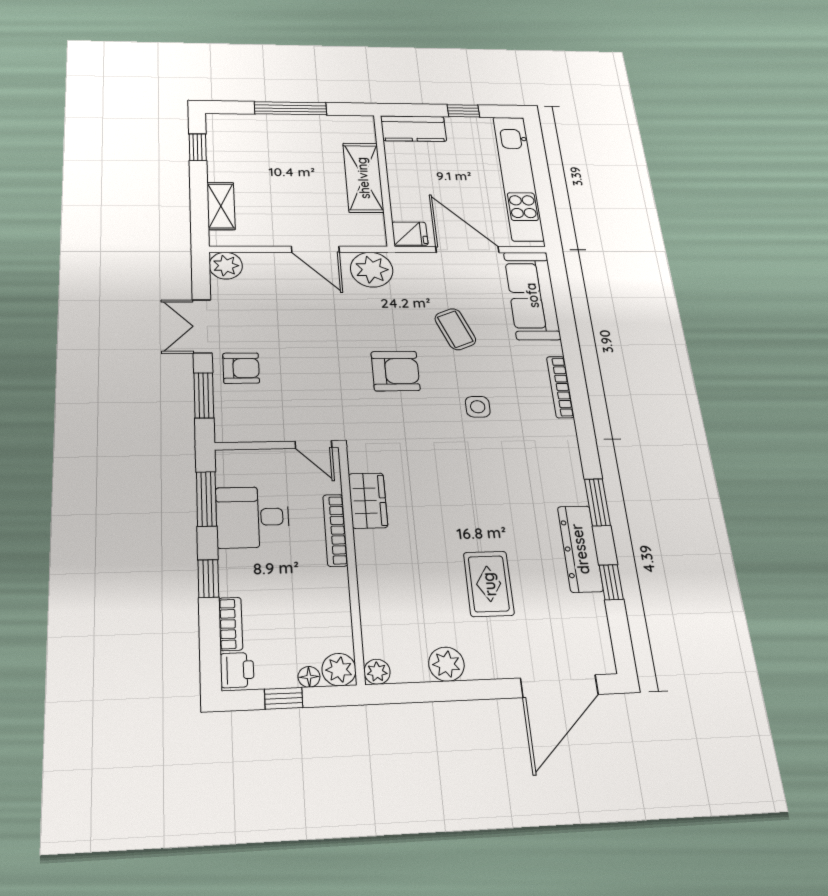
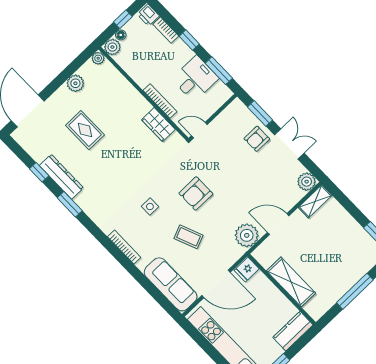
shelving: (221, 206) -> (315, 201), moved, turned 90

